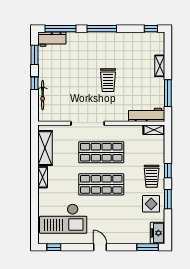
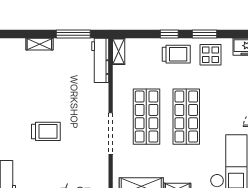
trolley: (108, 80) -> (46, 131), moved

